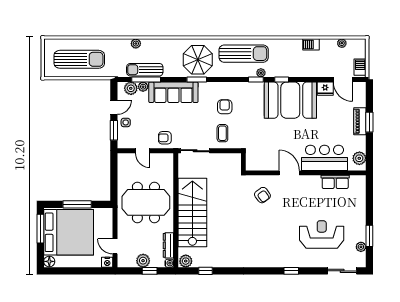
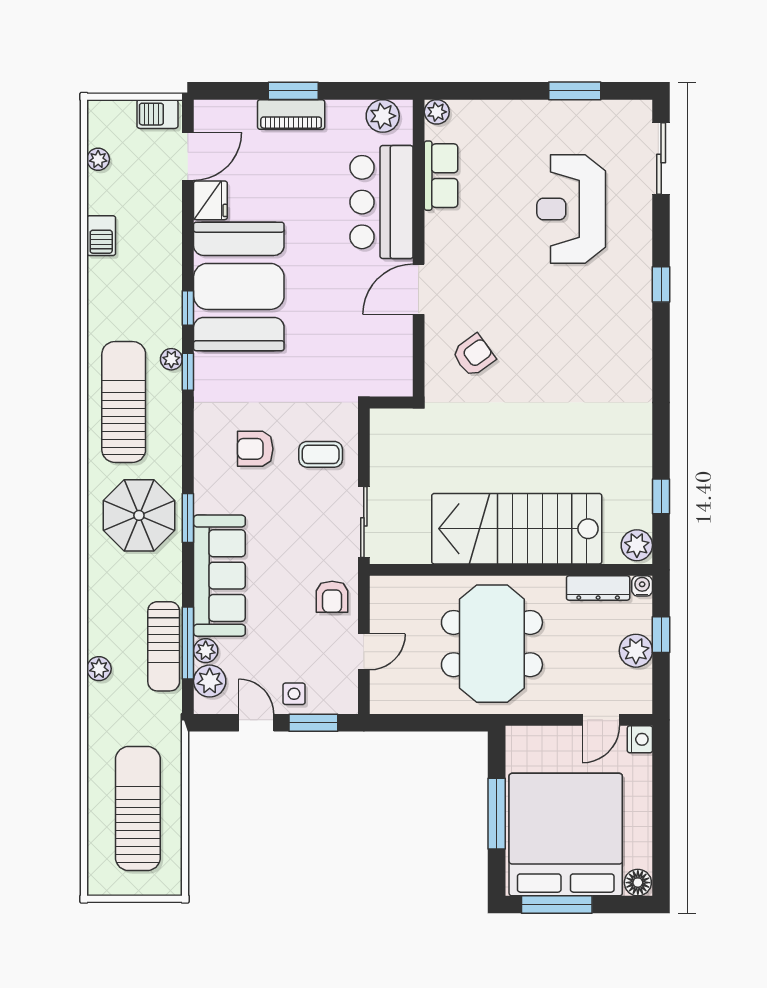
plant: (361, 247) -> (437, 112), moved

